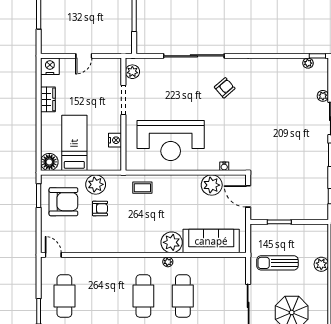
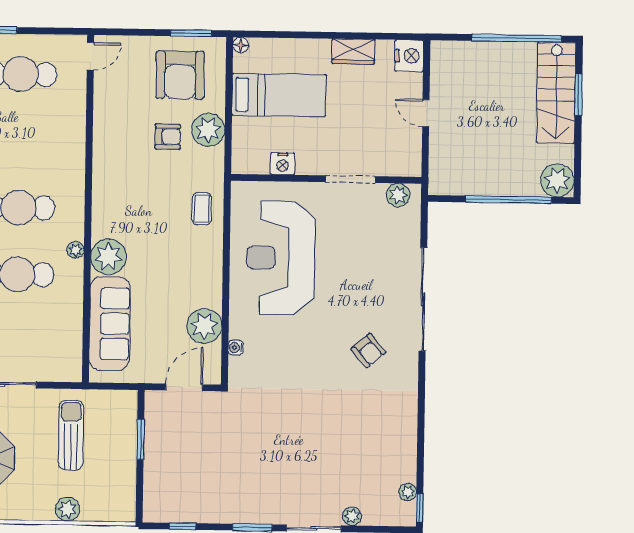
floor lamp: (49, 162) -> (241, 45), width x0.53, depth x0.53
armchair: (100, 208) -> (168, 137), turned -90

